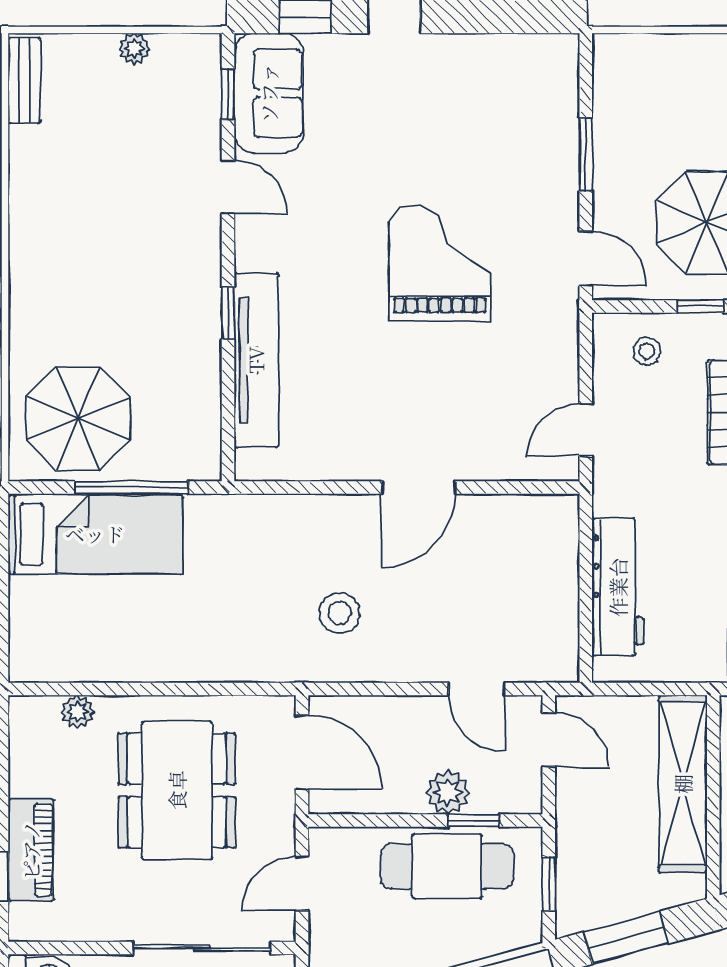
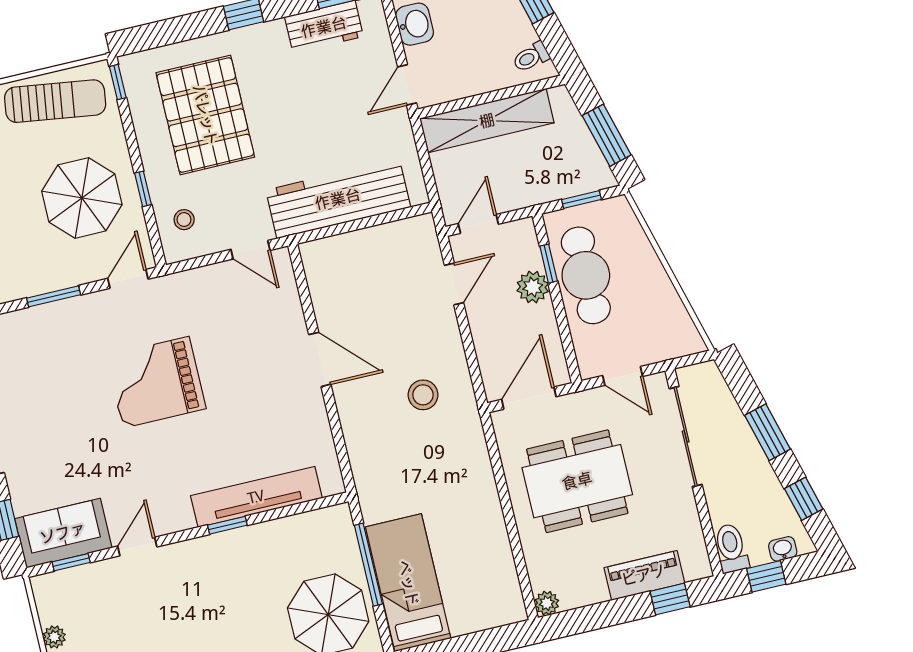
workbench: (618, 587) -> (338, 199), width x1.36, depth x1.32
plant: (77, 712) -> (547, 603), moved

